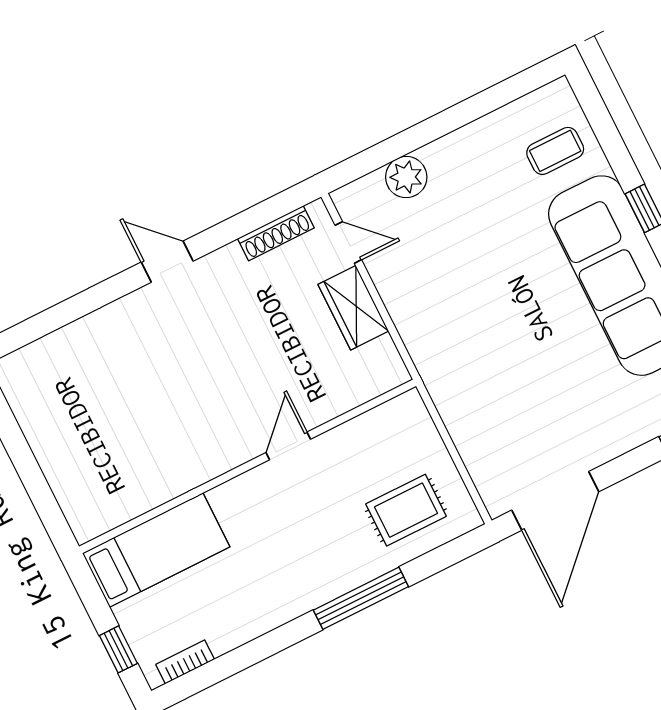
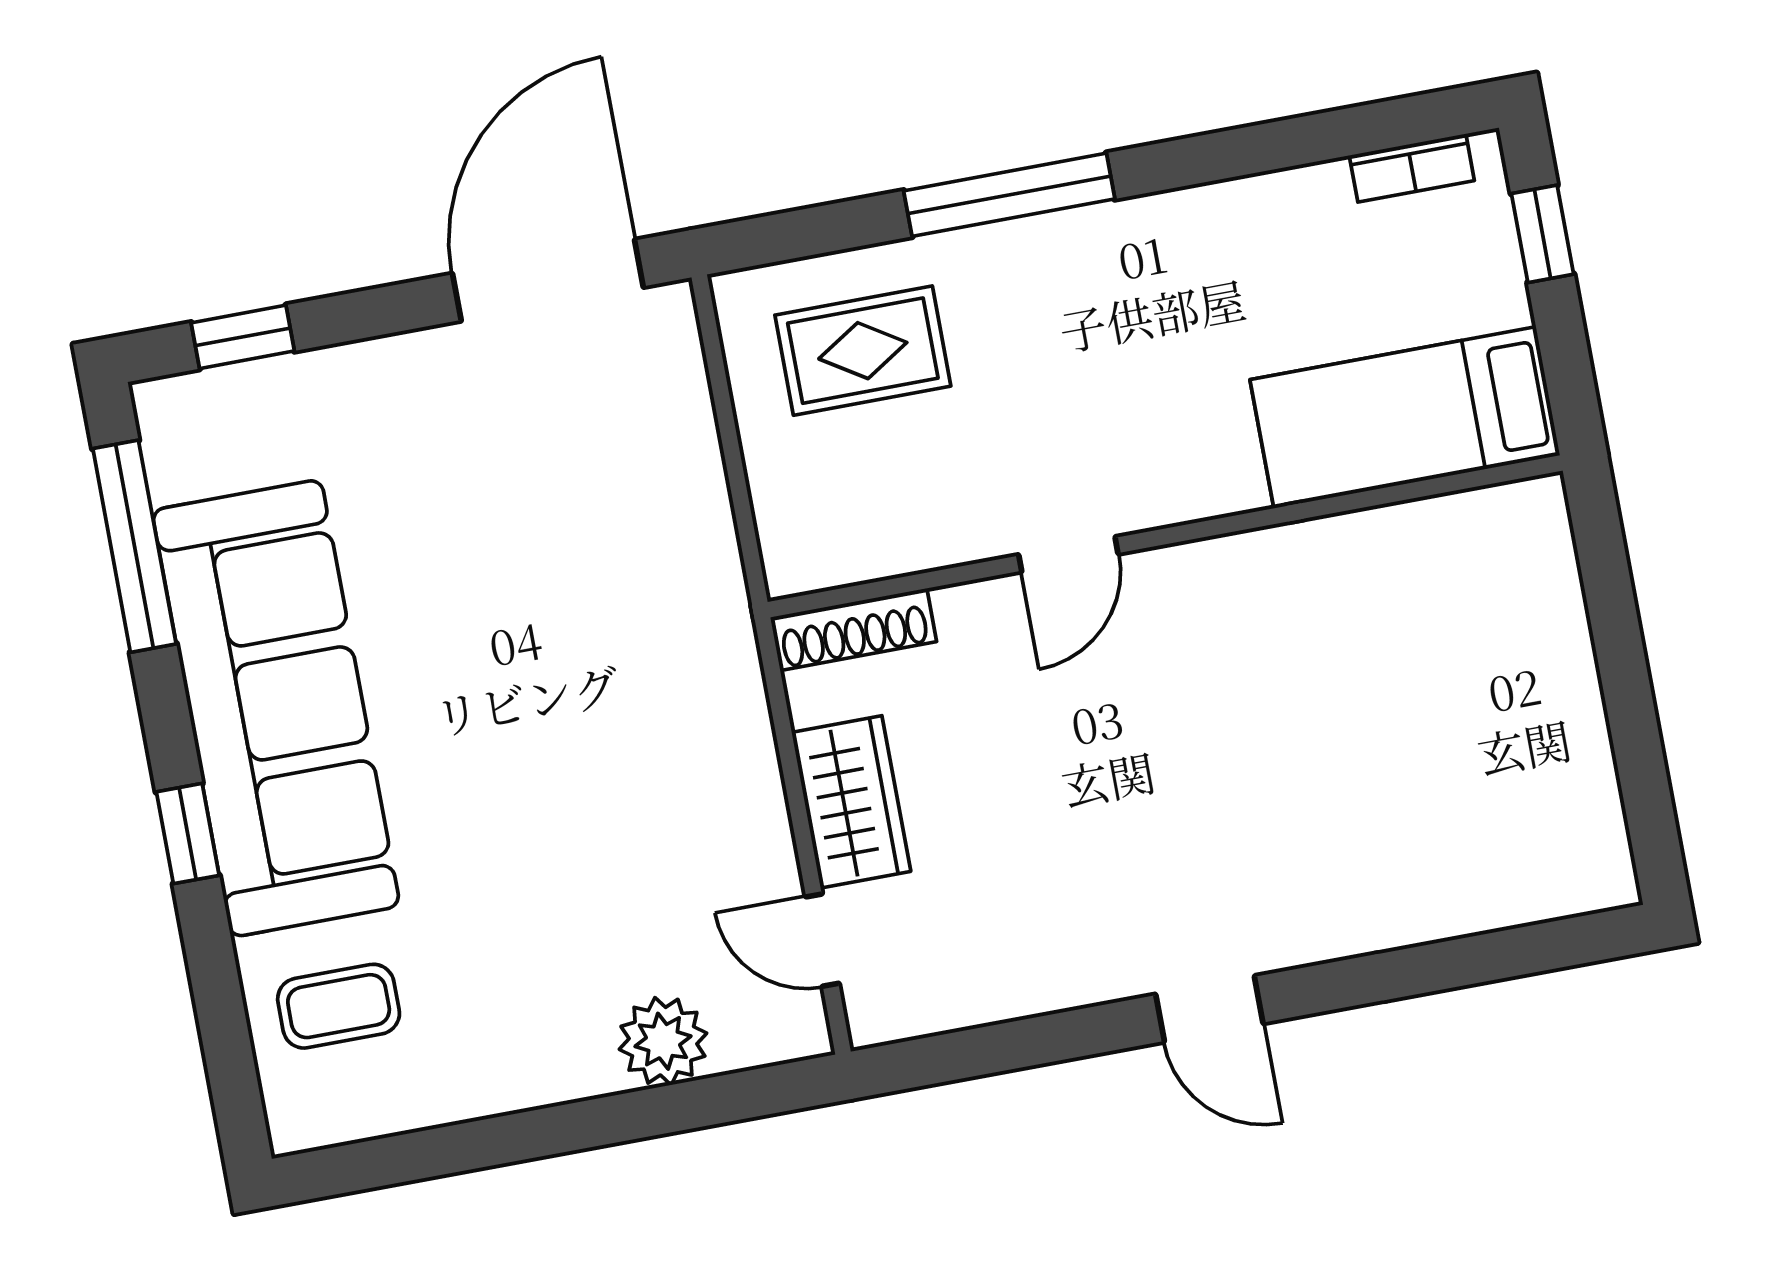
shoe rack: (276, 233) -> (853, 630), moved, turned 180

